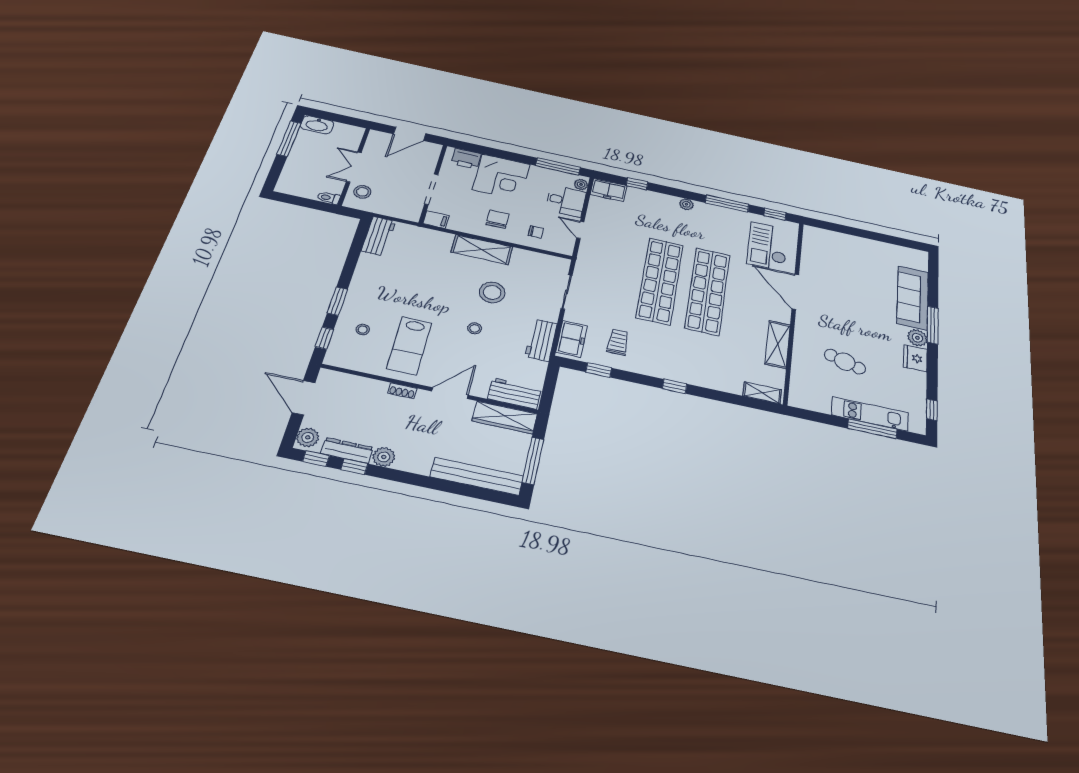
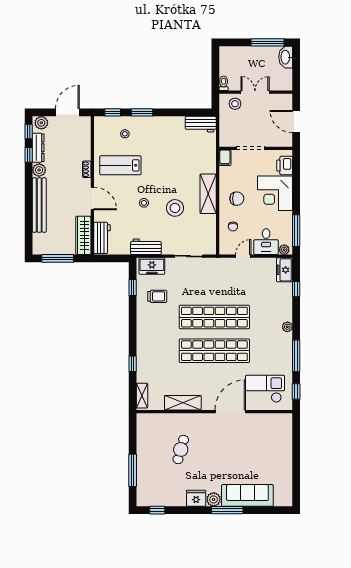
window: (675, 386) -> (133, 364), moved
kitchen unit: (870, 414) -> (144, 468), removed
bench: (477, 476) -> (39, 205), moved

